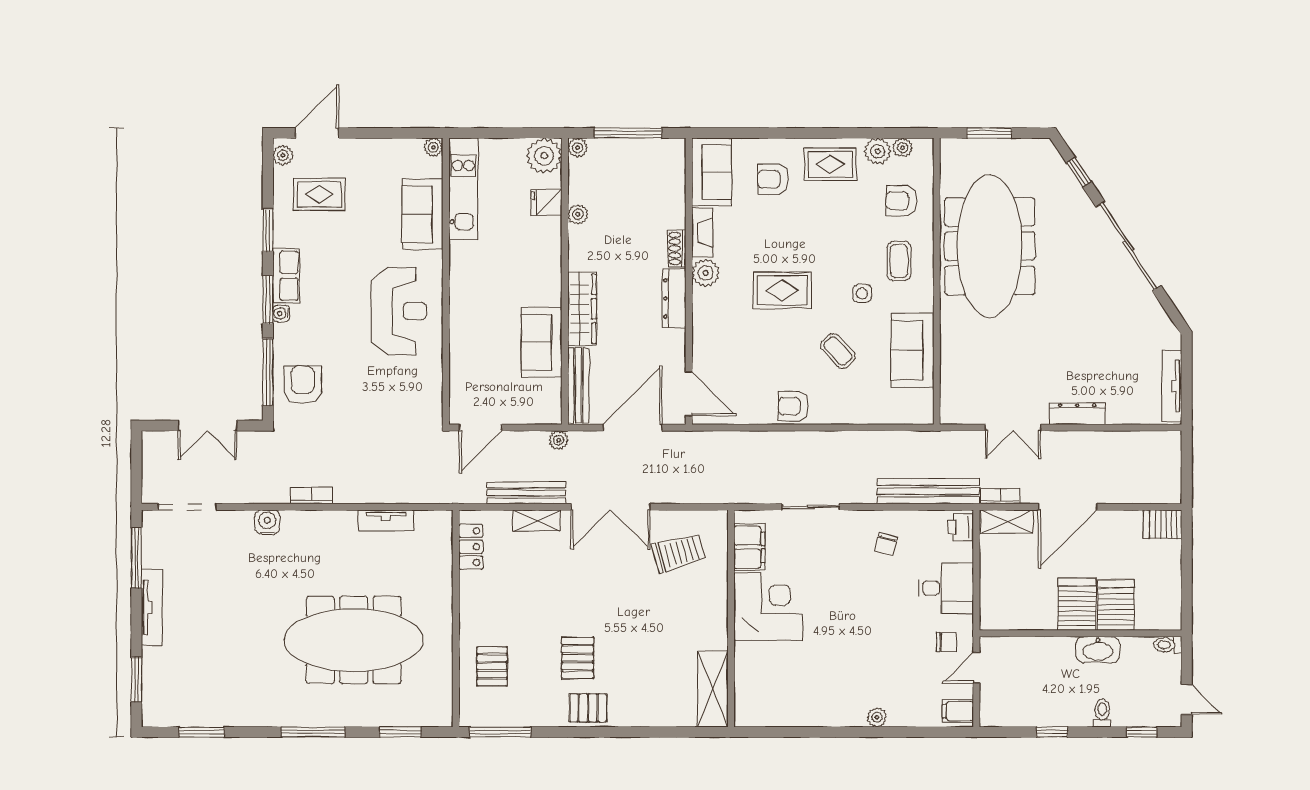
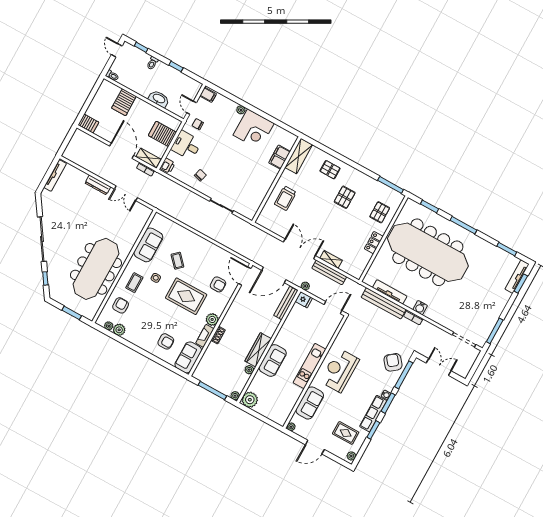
door: (317, 133) -> (315, 447), moved
rug: (830, 164) -> (140, 335), removed
kitchen unit: (463, 189) -> (309, 366), moved
armchair: (901, 201) -> (121, 305), turned -90
fridge: (546, 202) -> (304, 300), moved
row of seats: (286, 276) -> (373, 414), width x1.48
rug: (782, 290) -> (186, 296), width x1.36, depth x1.43
dresser: (674, 298) -> (230, 316), removed
wardrobe: (582, 309) -> (258, 350), moved
sofa: (542, 342) -> (273, 360), moved
armchair: (303, 385) -> (393, 362), turned 141
armchair: (793, 406) -> (218, 284), moved
double door: (1013, 428) -> (126, 193), swing flipped
bench: (928, 491) -> (384, 303), moved
door: (1068, 507) -> (122, 151), hinge flipped
tv unit: (386, 520) -> (390, 292), width x1.41
water cooler: (267, 522) -> (420, 308), moved
locker: (471, 547) -> (374, 243), moved
filing cabinet: (749, 547) -> (280, 157), moved
trolley: (679, 553) -> (285, 198), moved, turned -75
server rack: (1077, 604) -> (162, 134), moved, turned 90
tv unit: (152, 607) -> (517, 277), moved
corner desk: (768, 607) -> (254, 129), moved, turned -90
meeting table: (354, 640) -> (428, 252), width x1.36, depth x1.27
washbasin: (1098, 650) -> (159, 99), moved
door: (976, 668) -> (192, 108), swing flipped
pallet: (588, 708) -> (330, 170), moved

